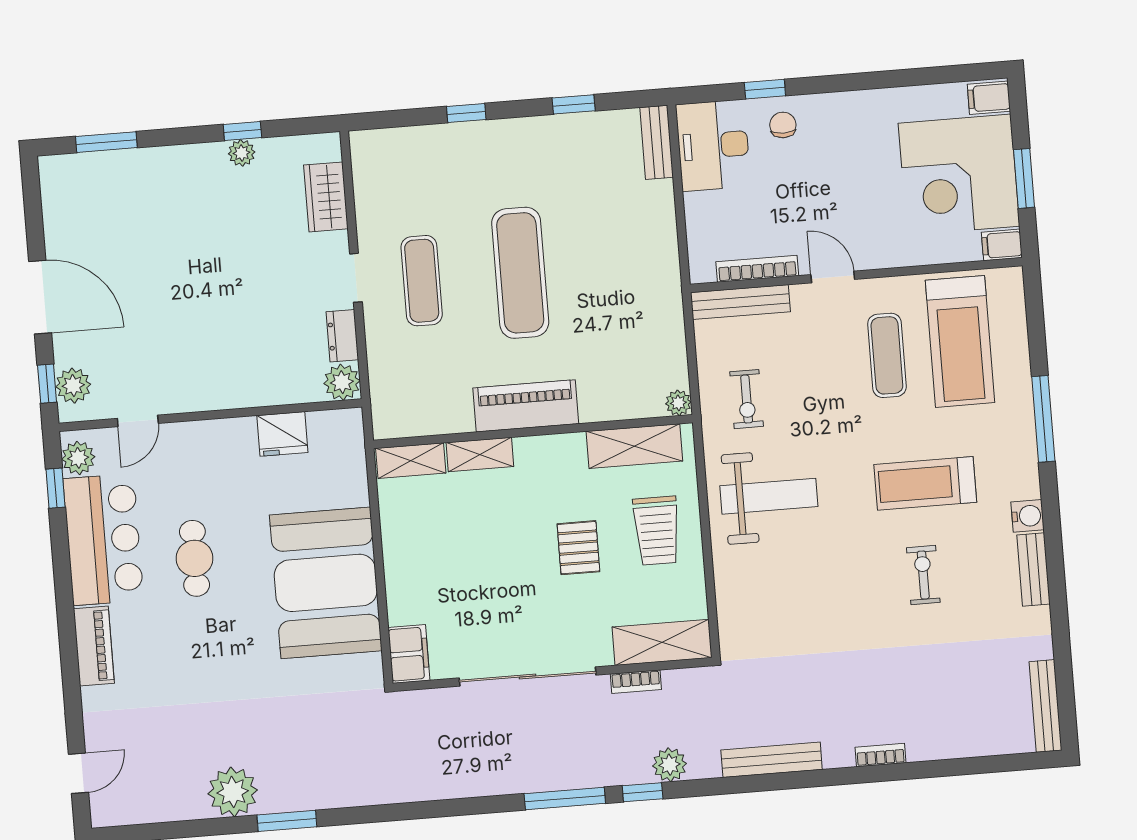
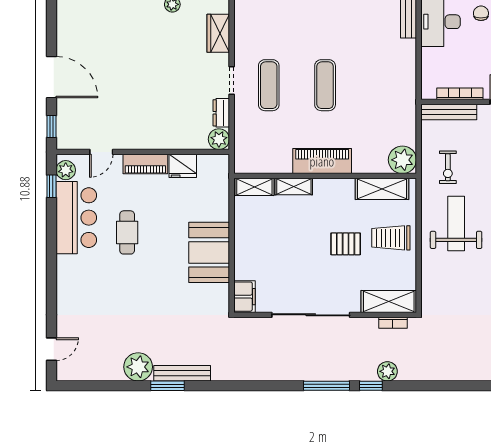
exercise mat: (520, 273) -> (325, 85), width x0.73, depth x0.69
plant: (73, 386) -> (66, 129), removed
plant: (678, 403) -> (402, 160), width x1.88, depth x1.88
weight bench: (769, 496) -> (456, 223), turned -90
trolley: (657, 531) -> (391, 238), turned 90
pallet: (578, 548) -> (346, 244), turned 90
booth: (326, 583) -> (209, 252), width x0.73, depth x0.70
piano: (94, 646) -> (145, 164), moved, turned 90
bookcase: (636, 682) -> (393, 323), moved
bench: (772, 760) -> (182, 373), moved

